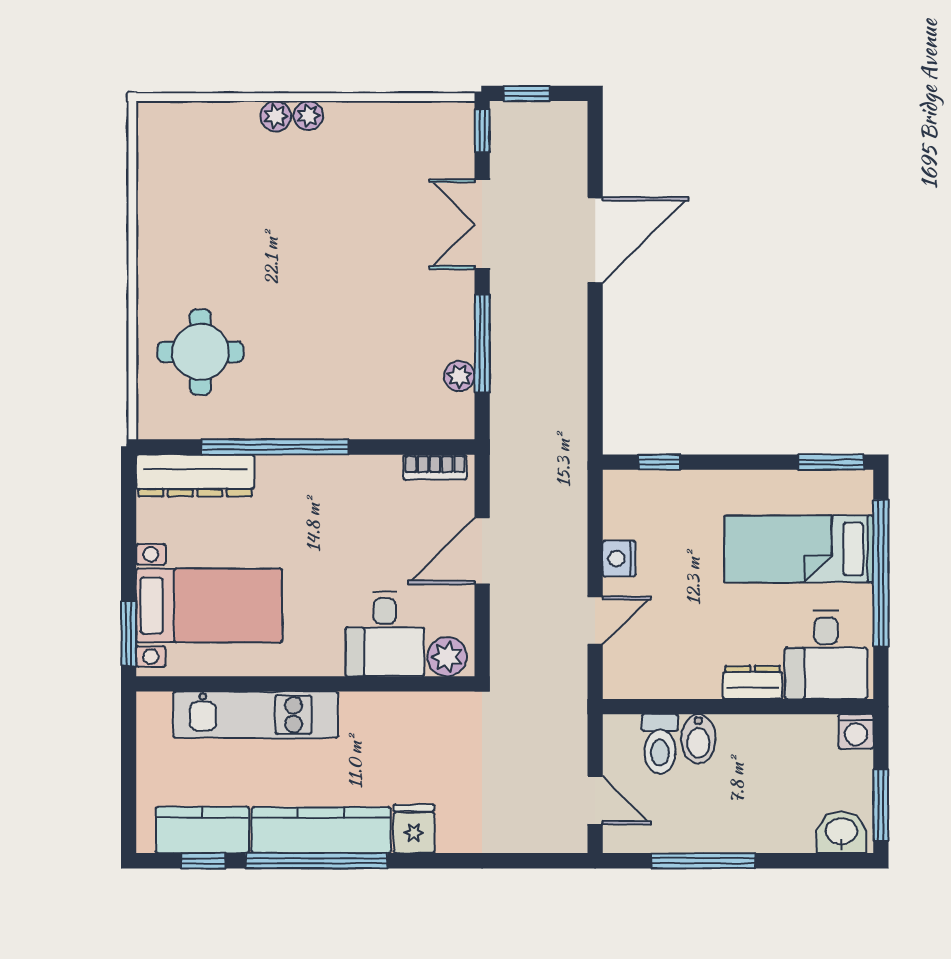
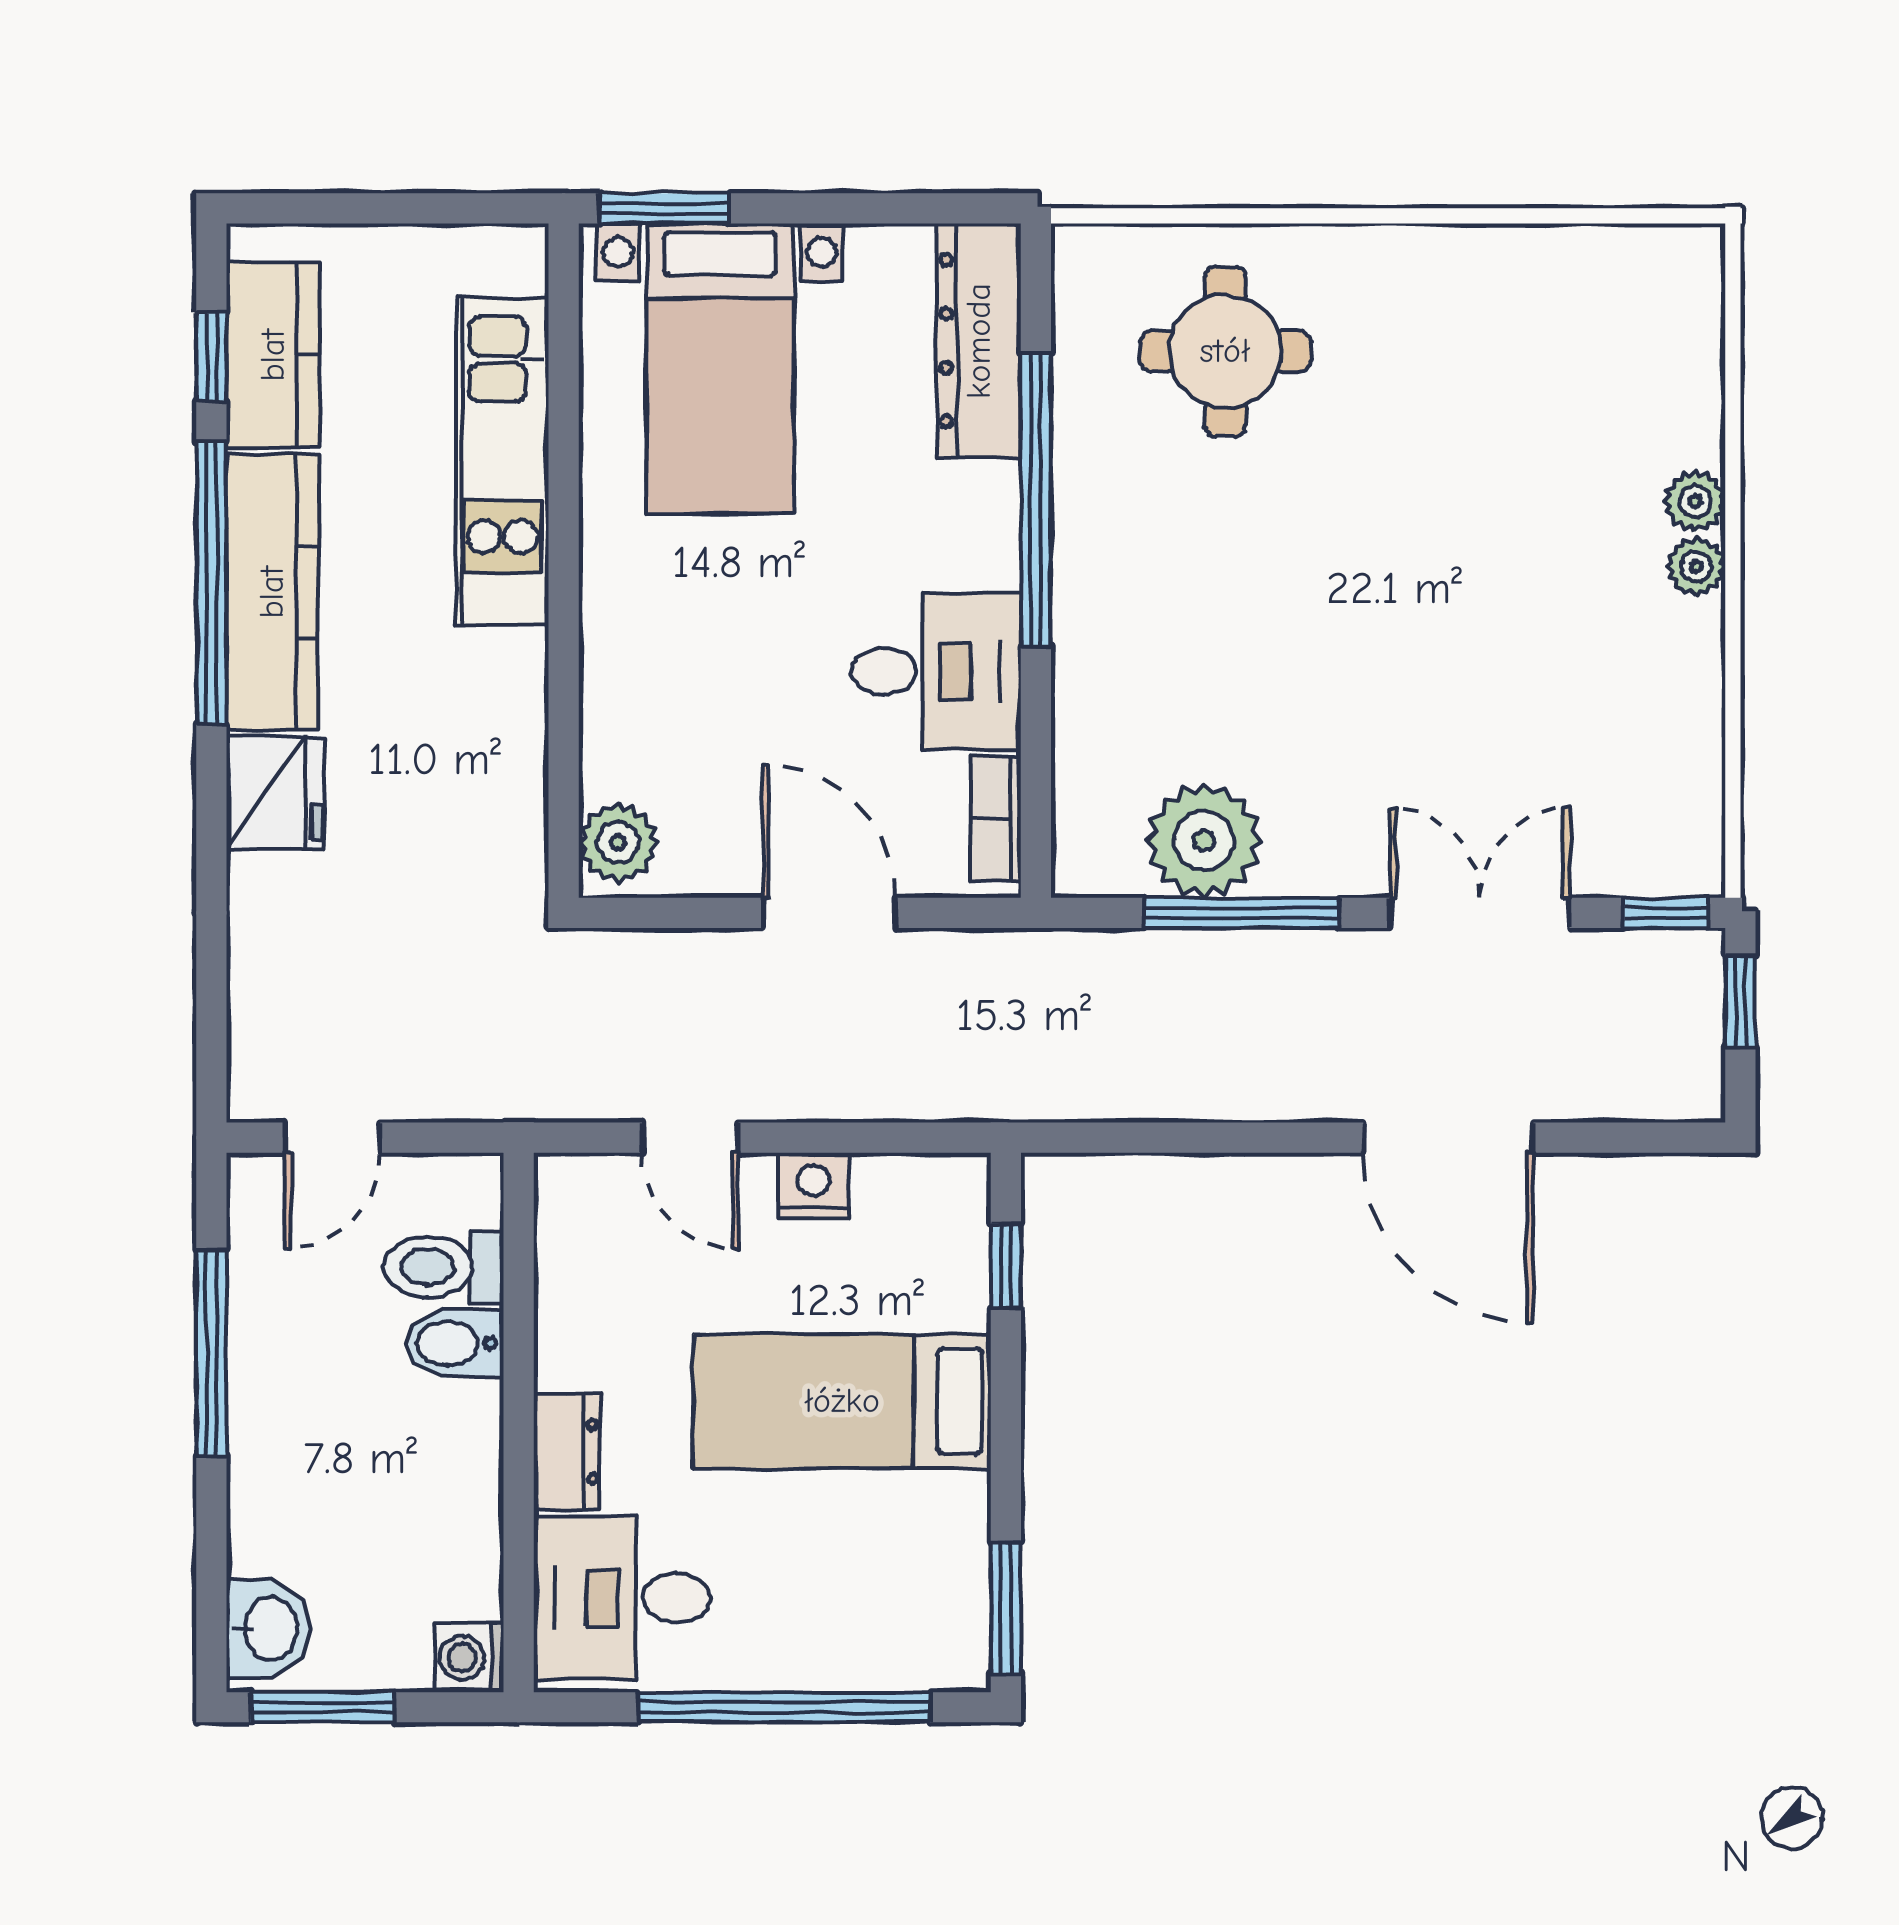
plant: (459, 376) -> (1204, 841), width x1.88, depth x1.88
bed: (799, 549) -> (842, 1401), moved, turned -90
desk: (385, 634) -> (936, 672), moved, turned 180
fridge: (414, 829) -> (275, 793), width x1.38

